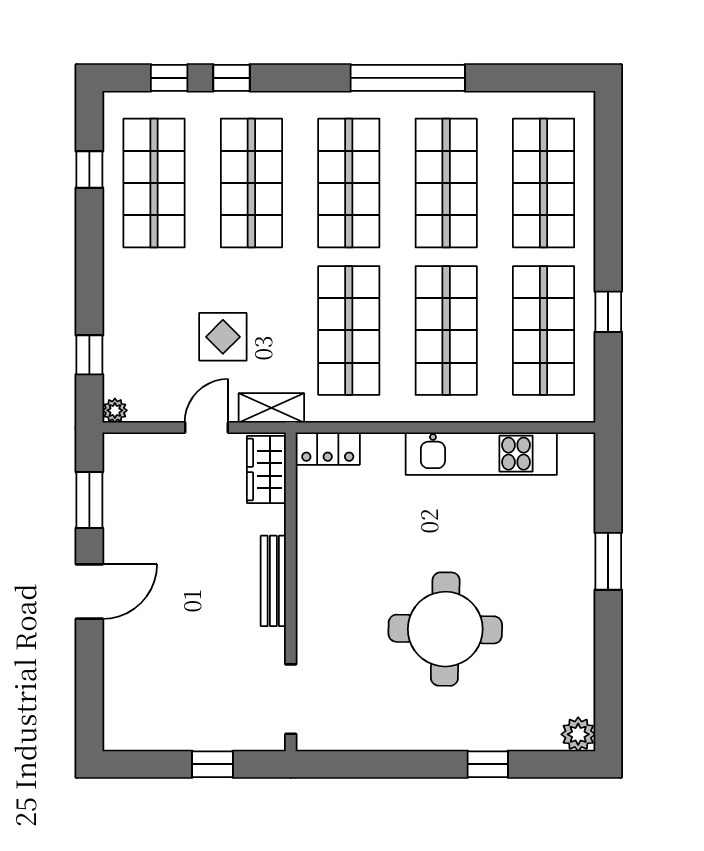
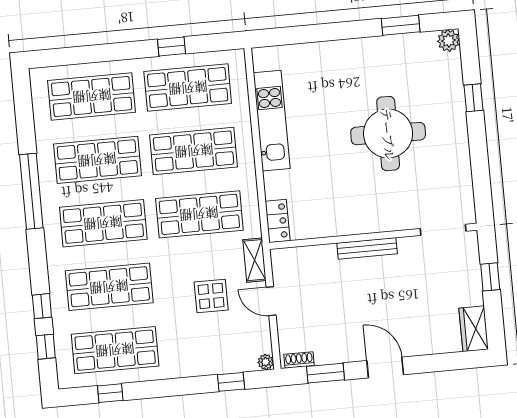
shoe rack: (113, 462) -> (299, 360), added
wardrobe: (266, 470) -> (474, 329), moved, turned 90
window: (608, 561) -> (401, 25), moved

